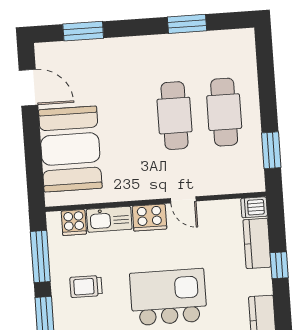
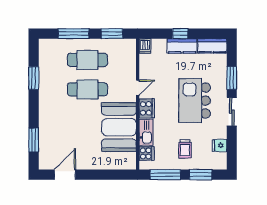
window: (267, 86) -> (74, 34), added
booth: (70, 149) -> (119, 127), moved, turned 90
kitchen counter: (257, 243) -> (182, 46), moved

